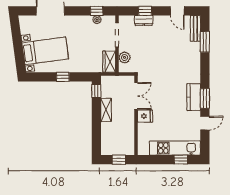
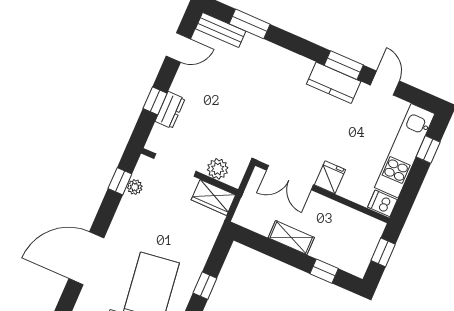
window: (96, 91) -> (324, 271), moved
double door: (136, 96) -> (290, 178), swing flipped
dishwasher: (143, 148) -> (383, 203), added

